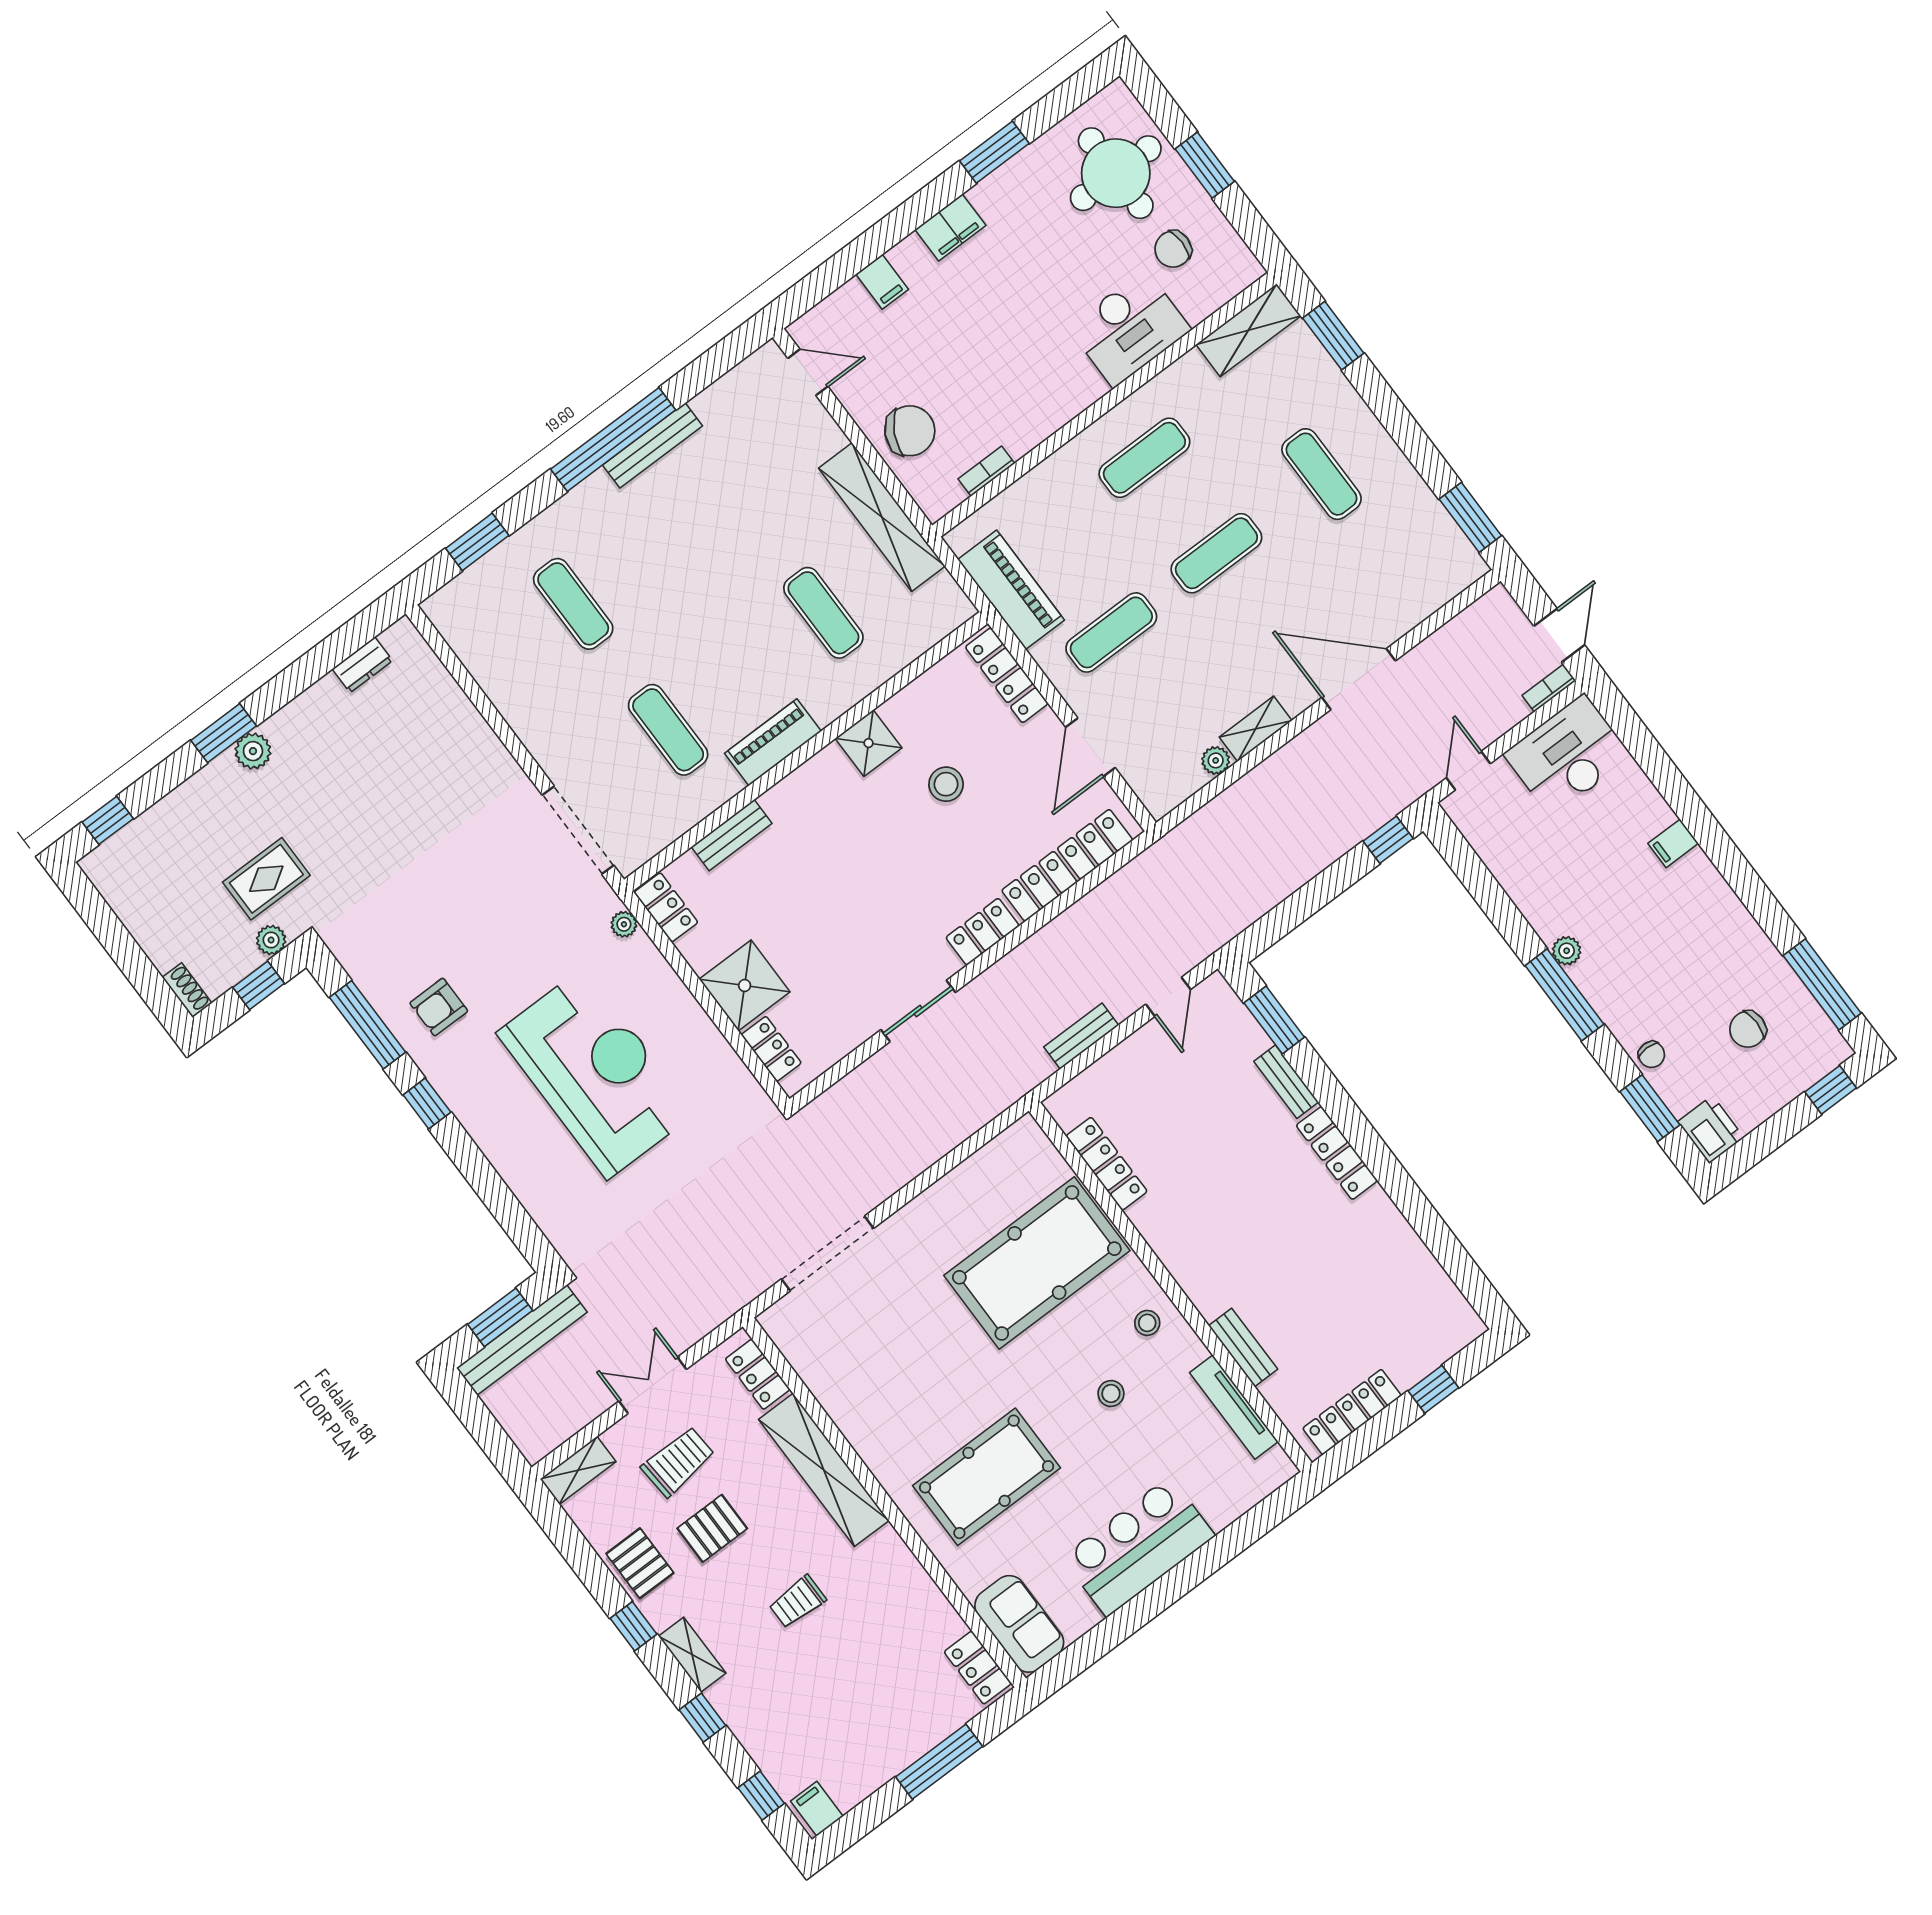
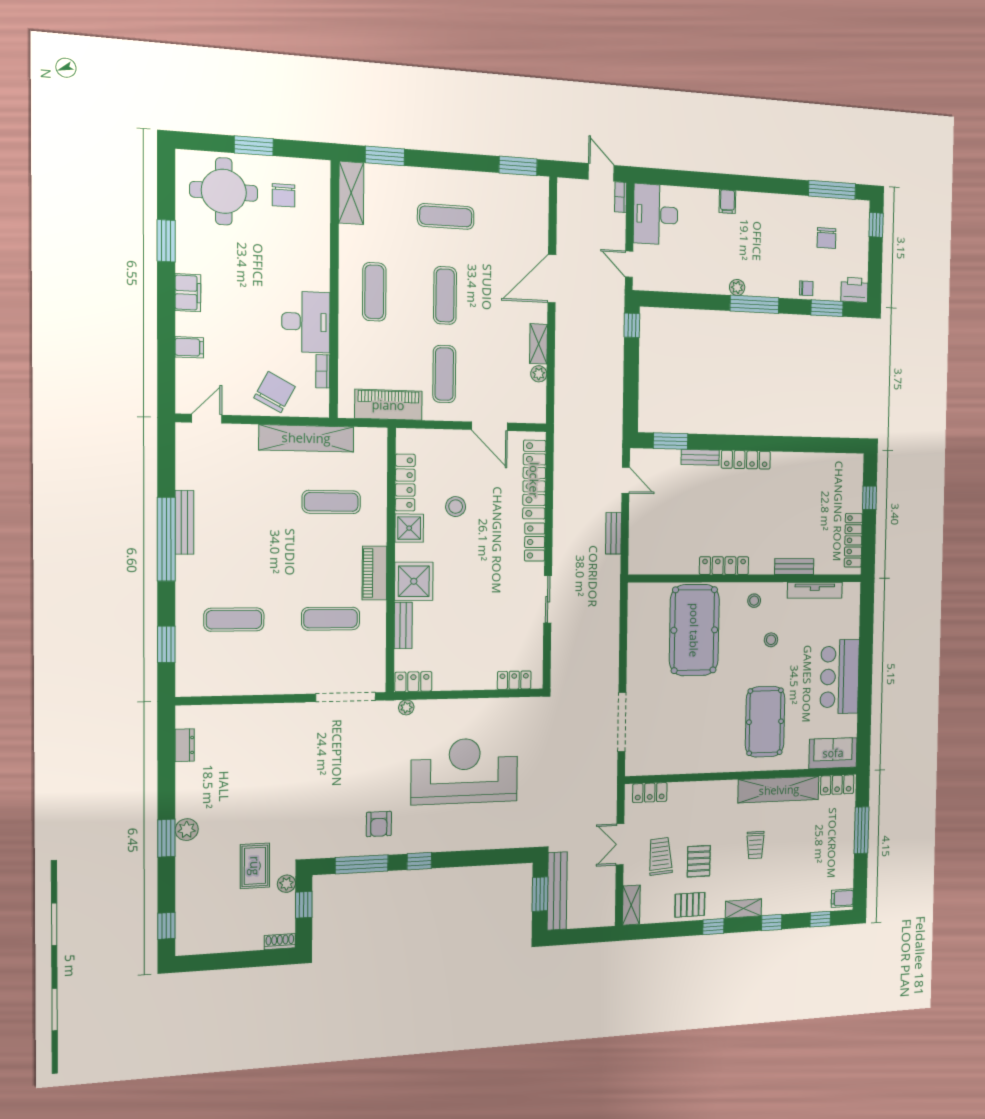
desk: (1129, 328) -> (306, 322), moved
locker: (1007, 675) -> (405, 483), moved, turned -90
shower: (745, 986) -> (414, 581), moved
locker: (1107, 1164) -> (724, 566), moved
shelving: (824, 1470) -> (779, 790), moved

